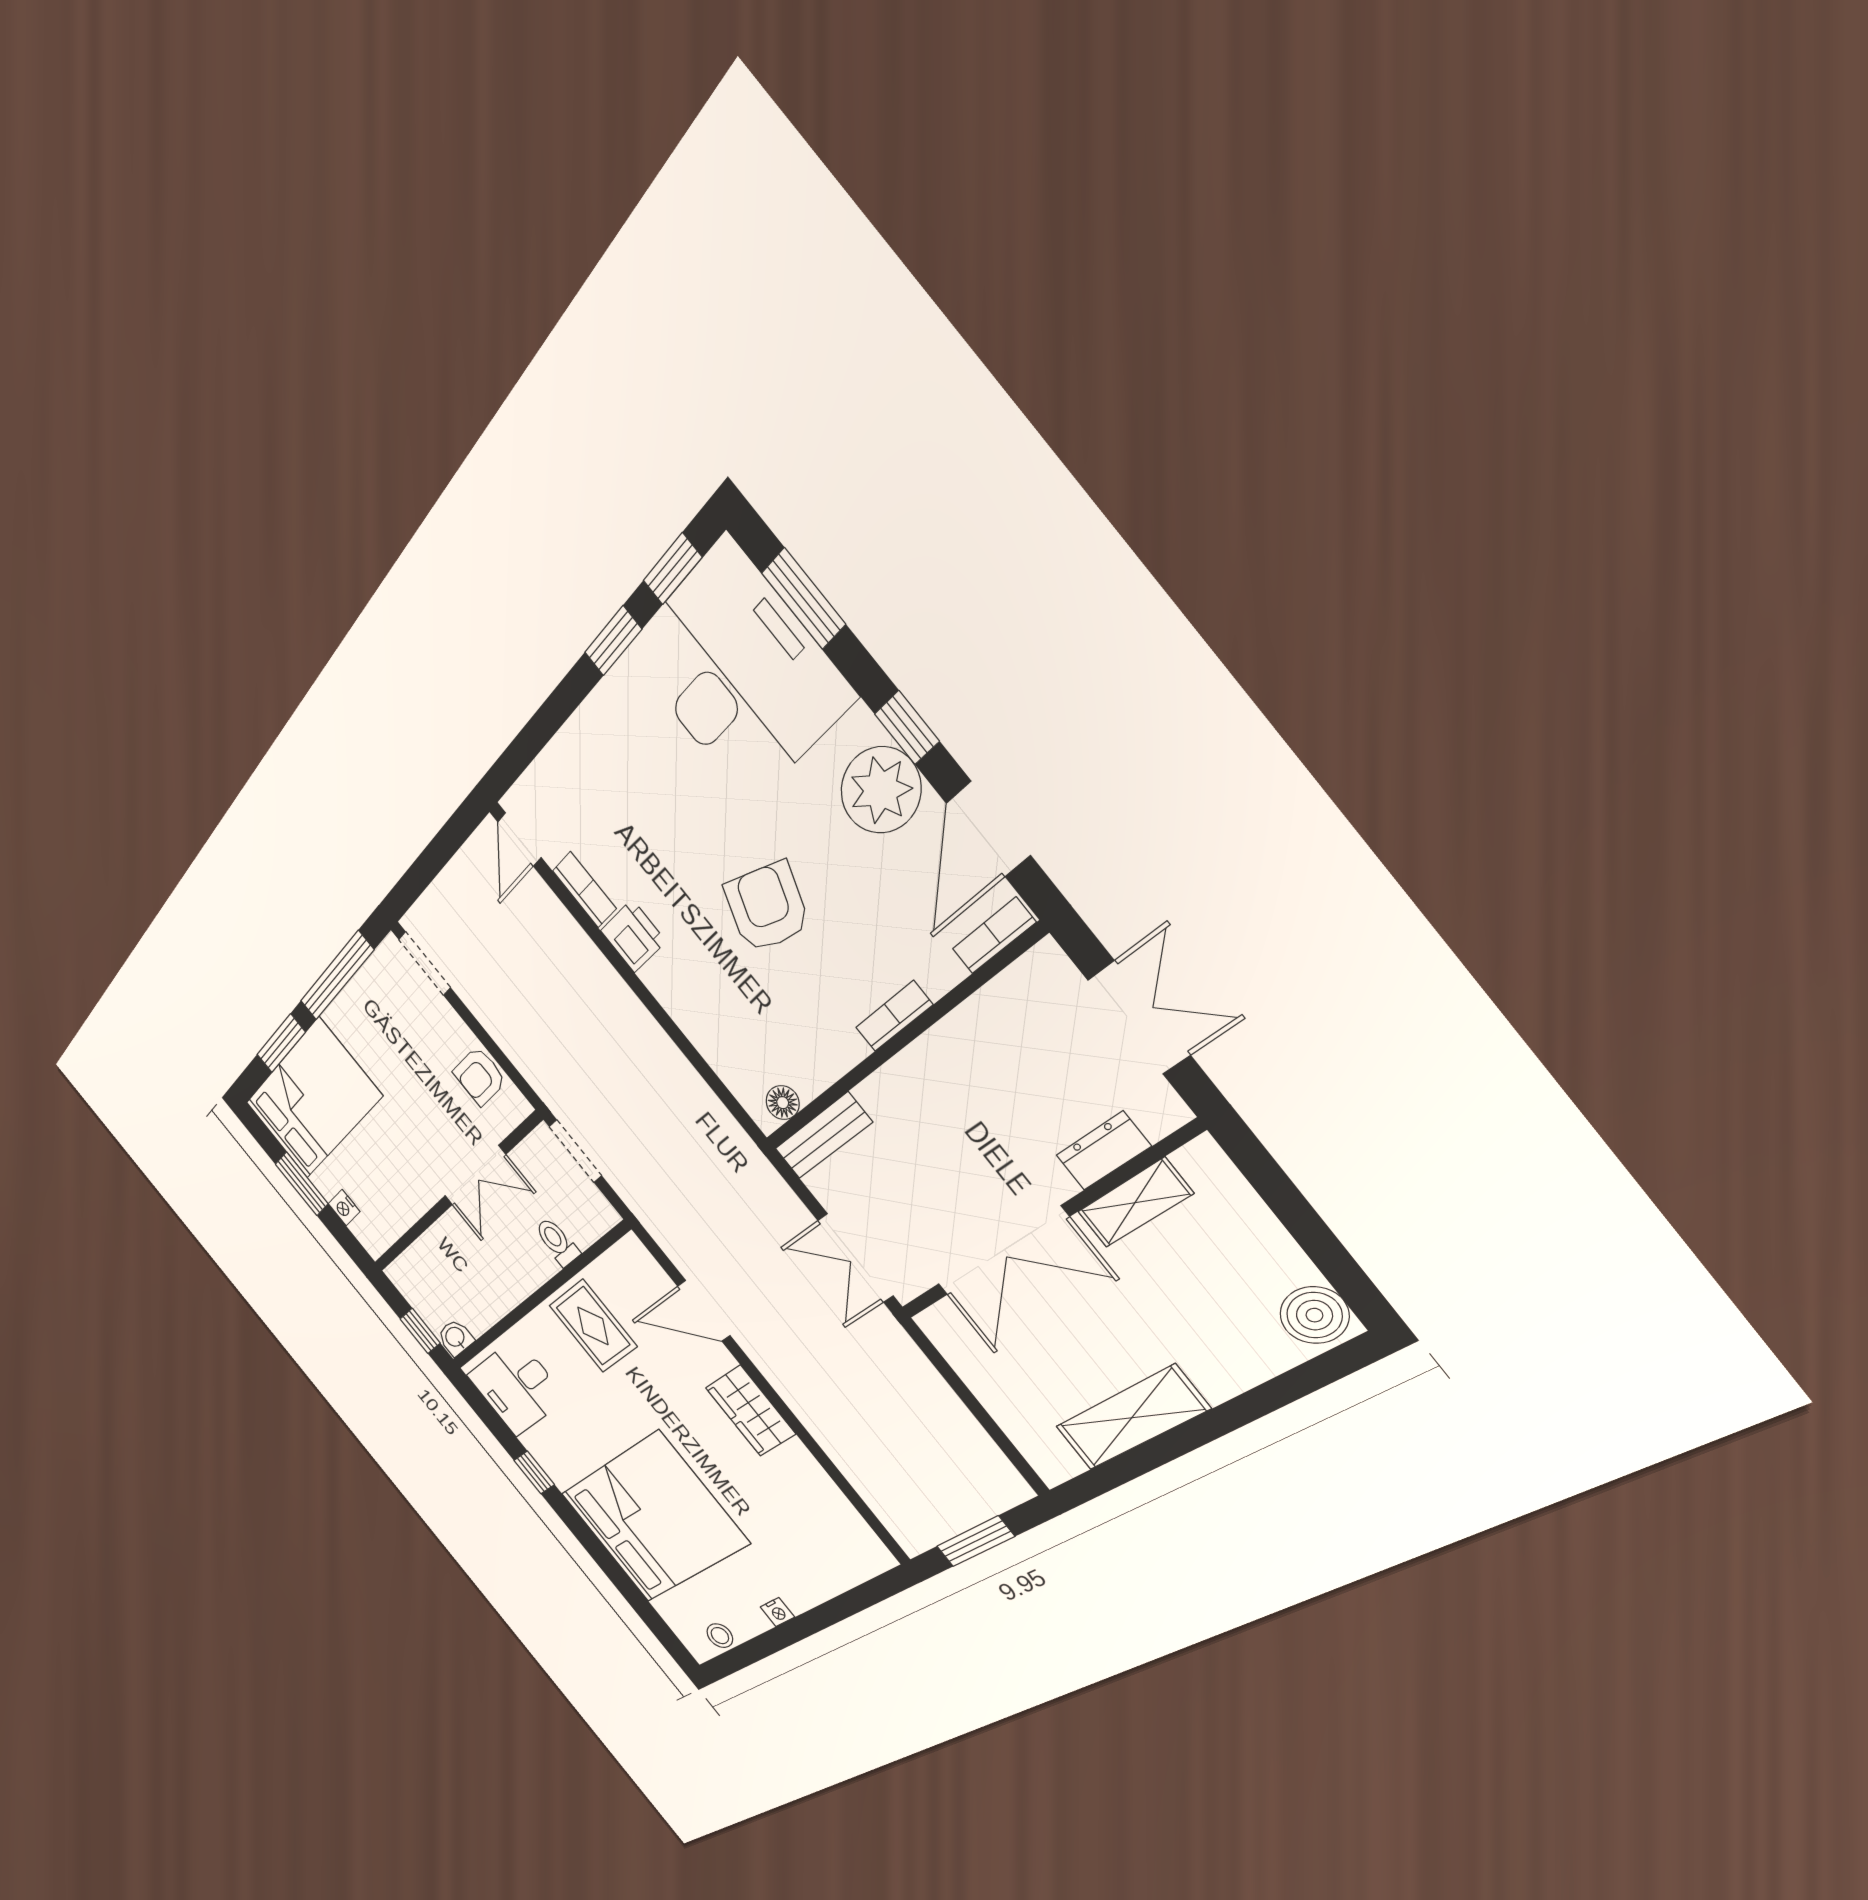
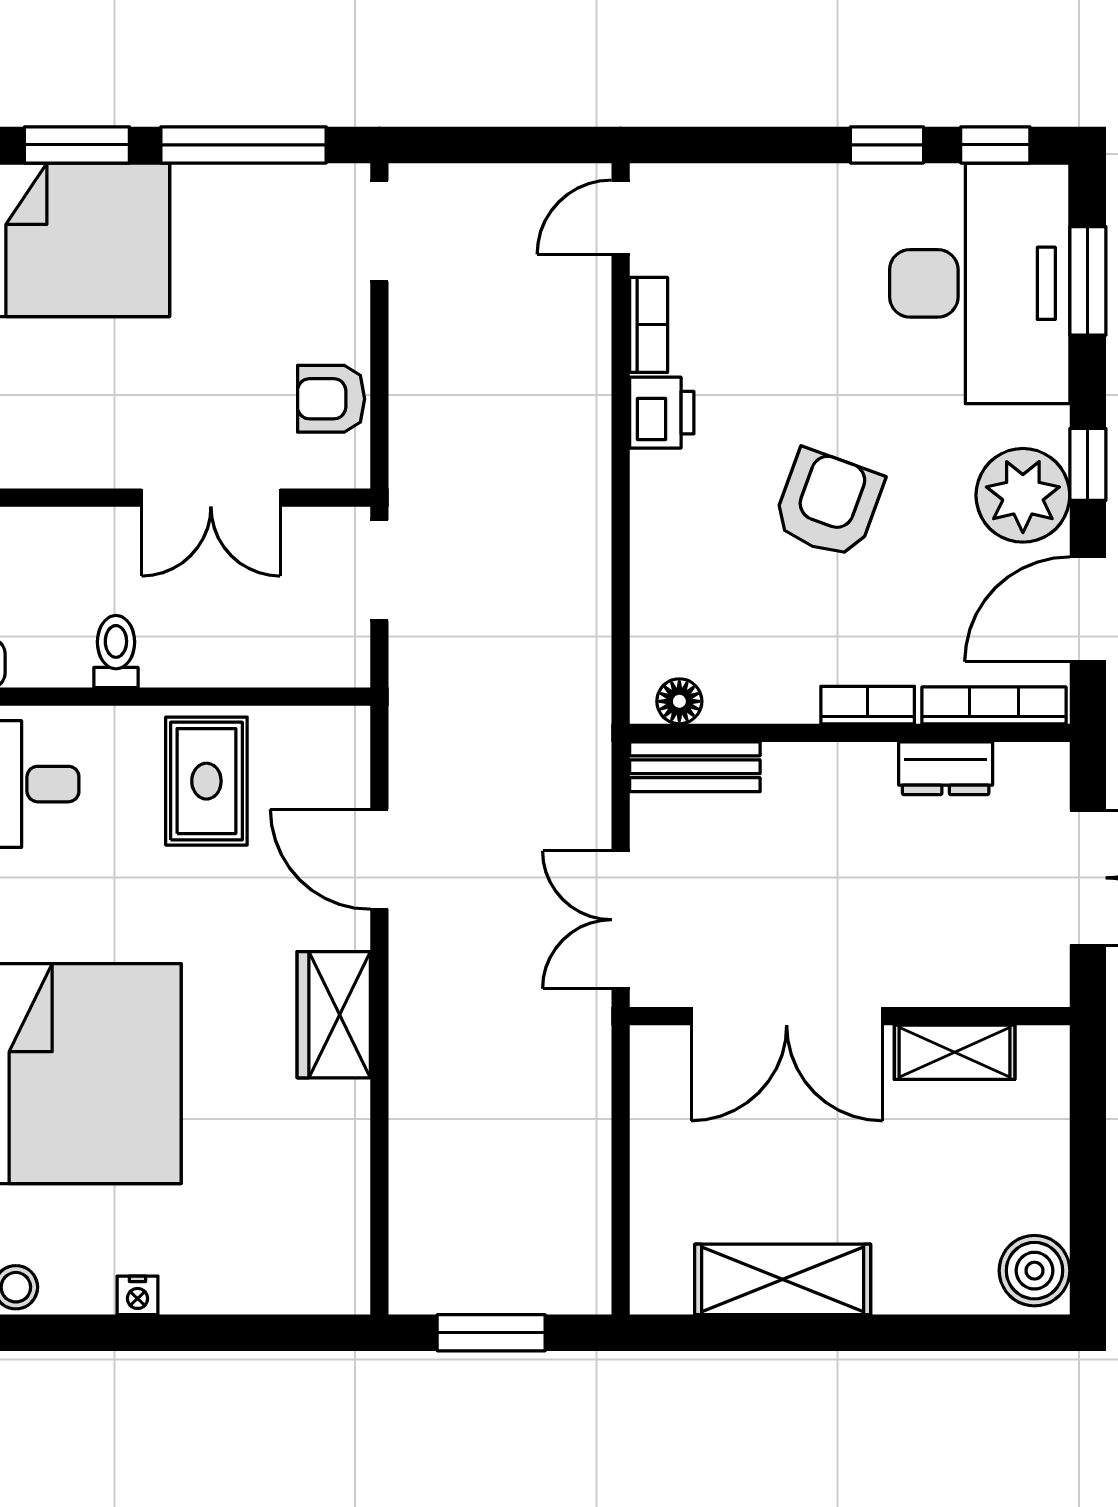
bookcase: (994, 936) -> (994, 705), width x1.56
dresser: (1103, 1151) -> (946, 768), moved, turned 180
toilet: (557, 1242) -> (116, 652), moved

